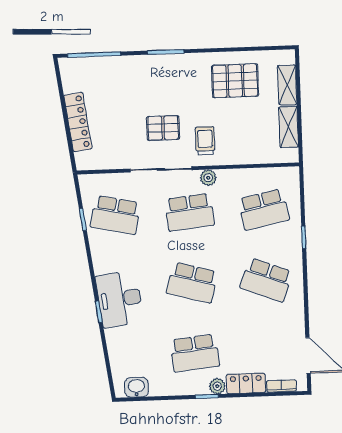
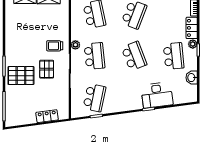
pallet: (235, 81) -> (21, 76), moved, turned 90
locker: (78, 122) -> (47, 116), width x0.66
school desk: (192, 283) -> (134, 56), turned -36
desk: (120, 299) -> (157, 95), moved
washbasin: (136, 387) -> (192, 78), moved

